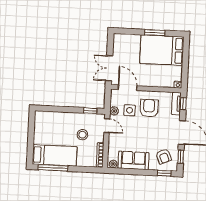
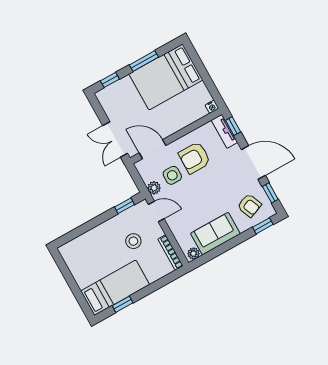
window: (128, 31) -> (110, 80), added
armchair: (149, 108) -> (195, 158), turned -90
window: (53, 168) -> (123, 304), width x0.46

